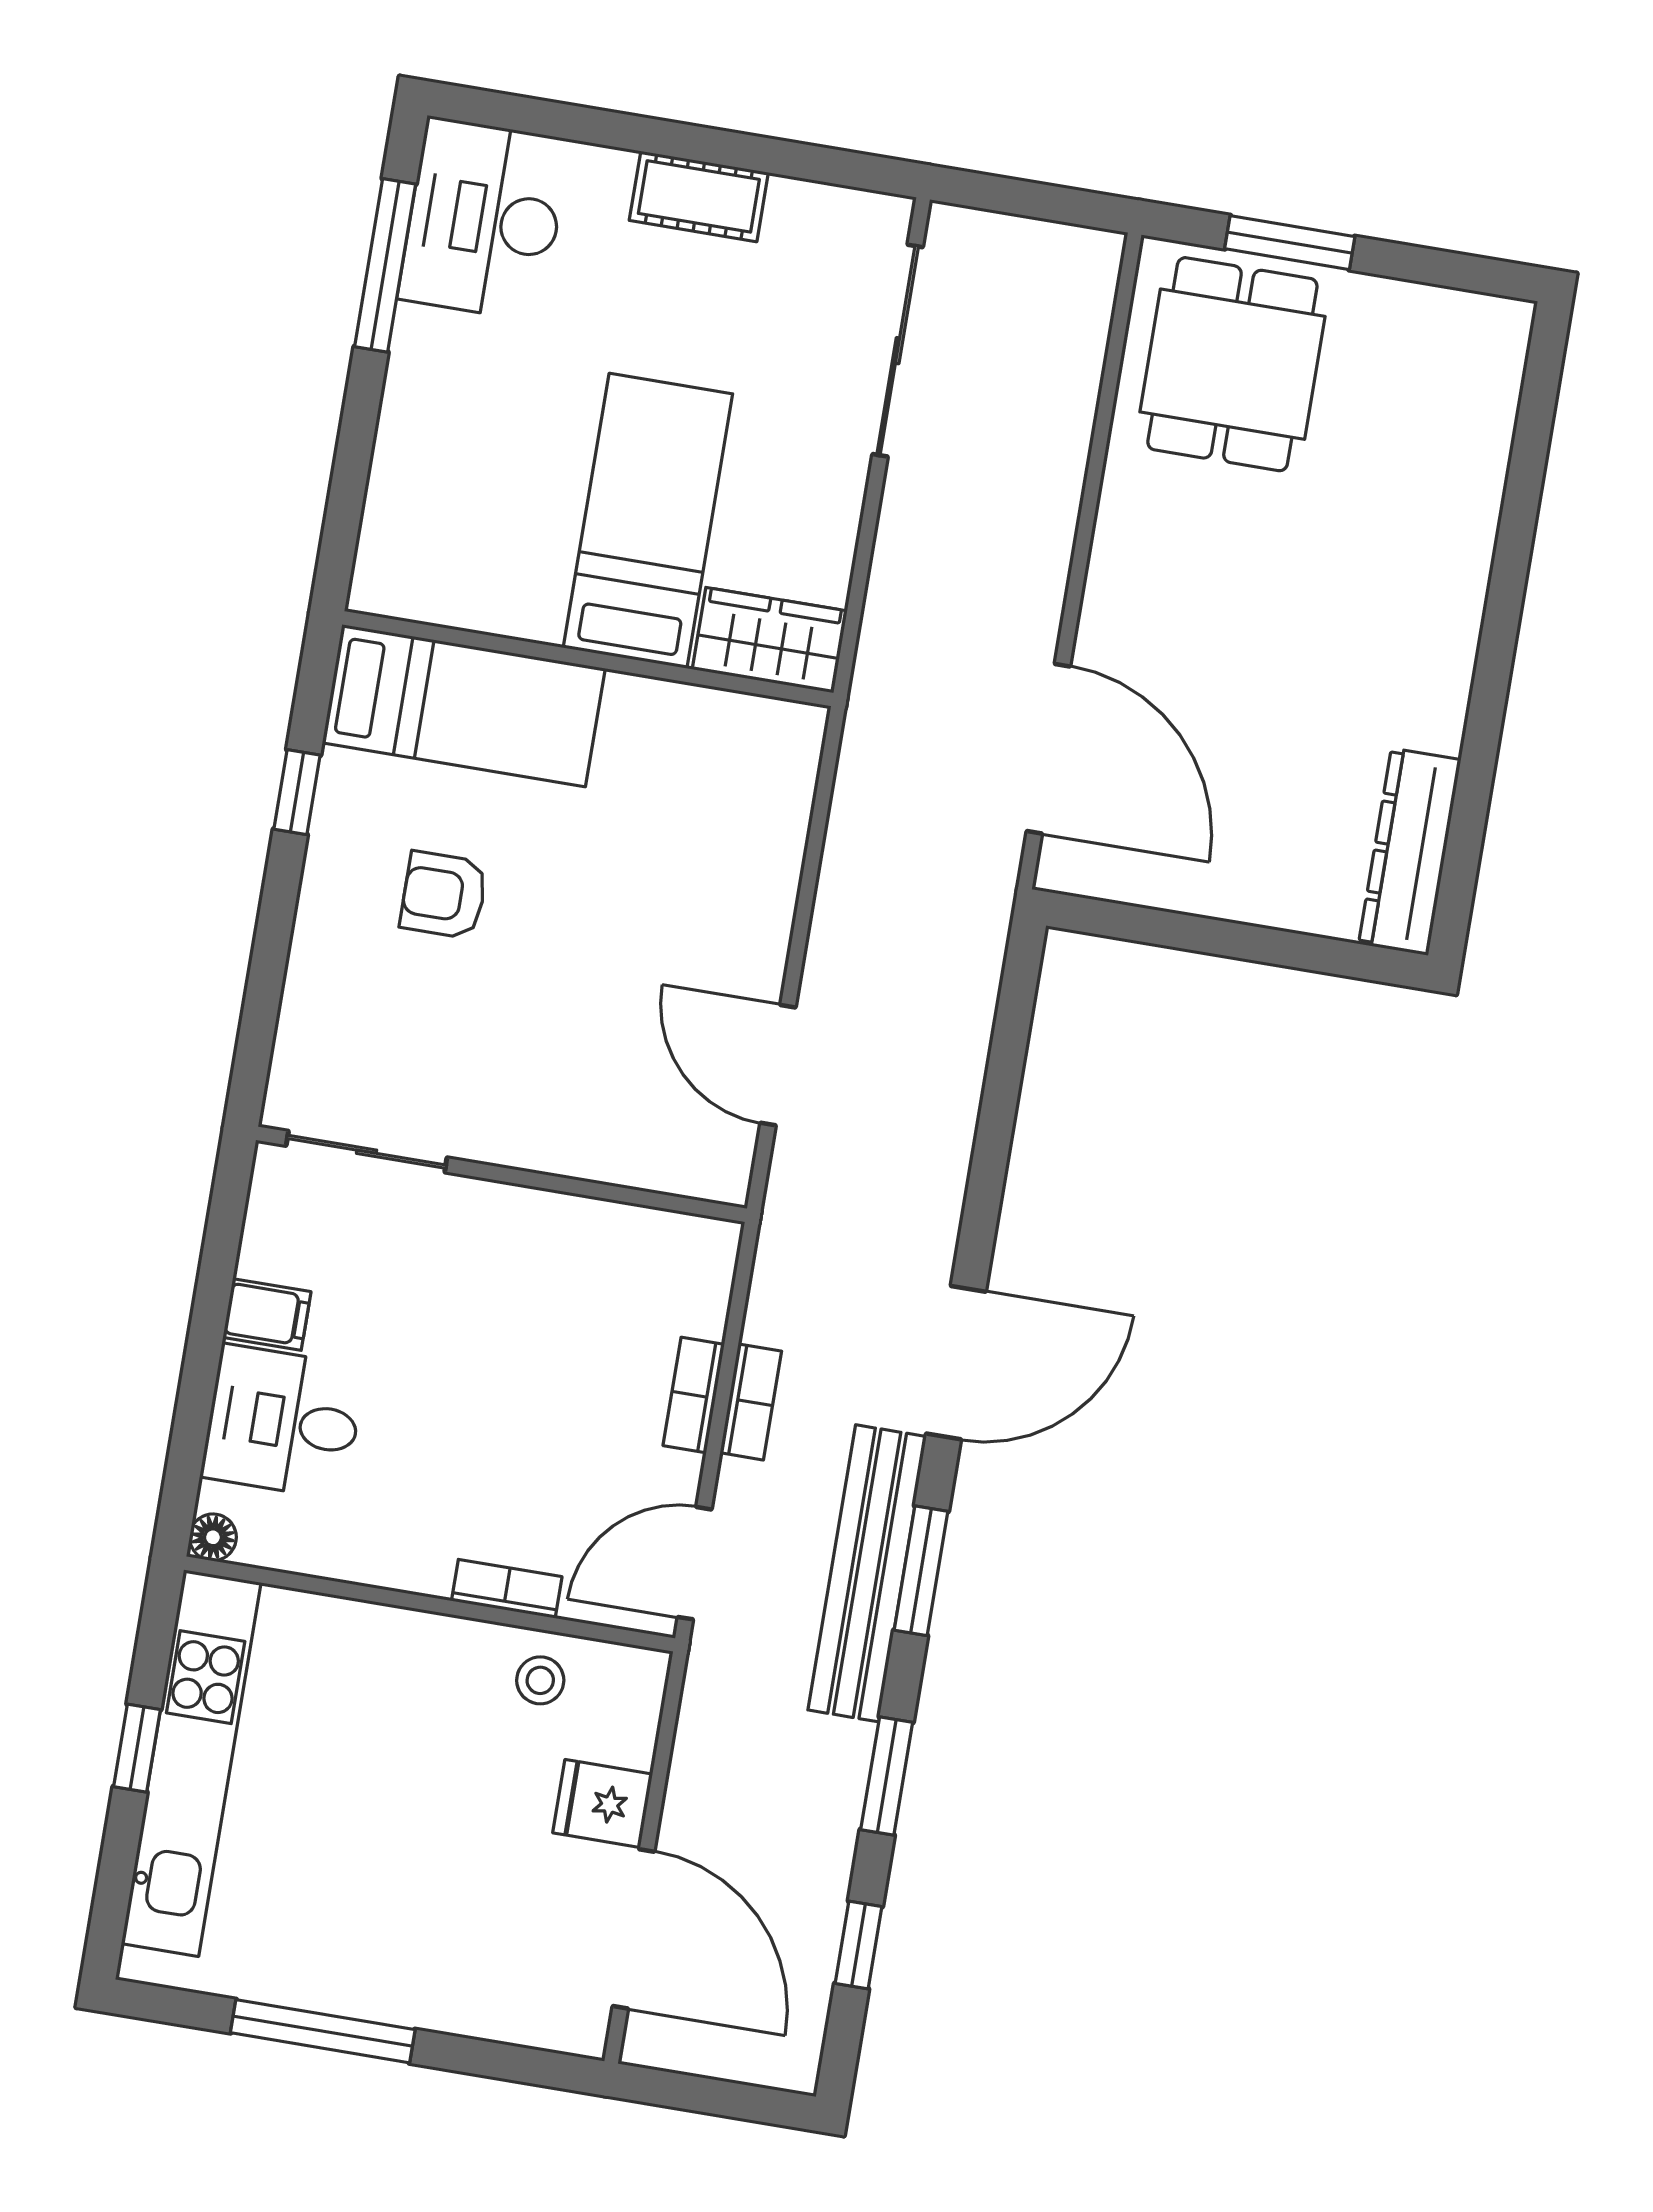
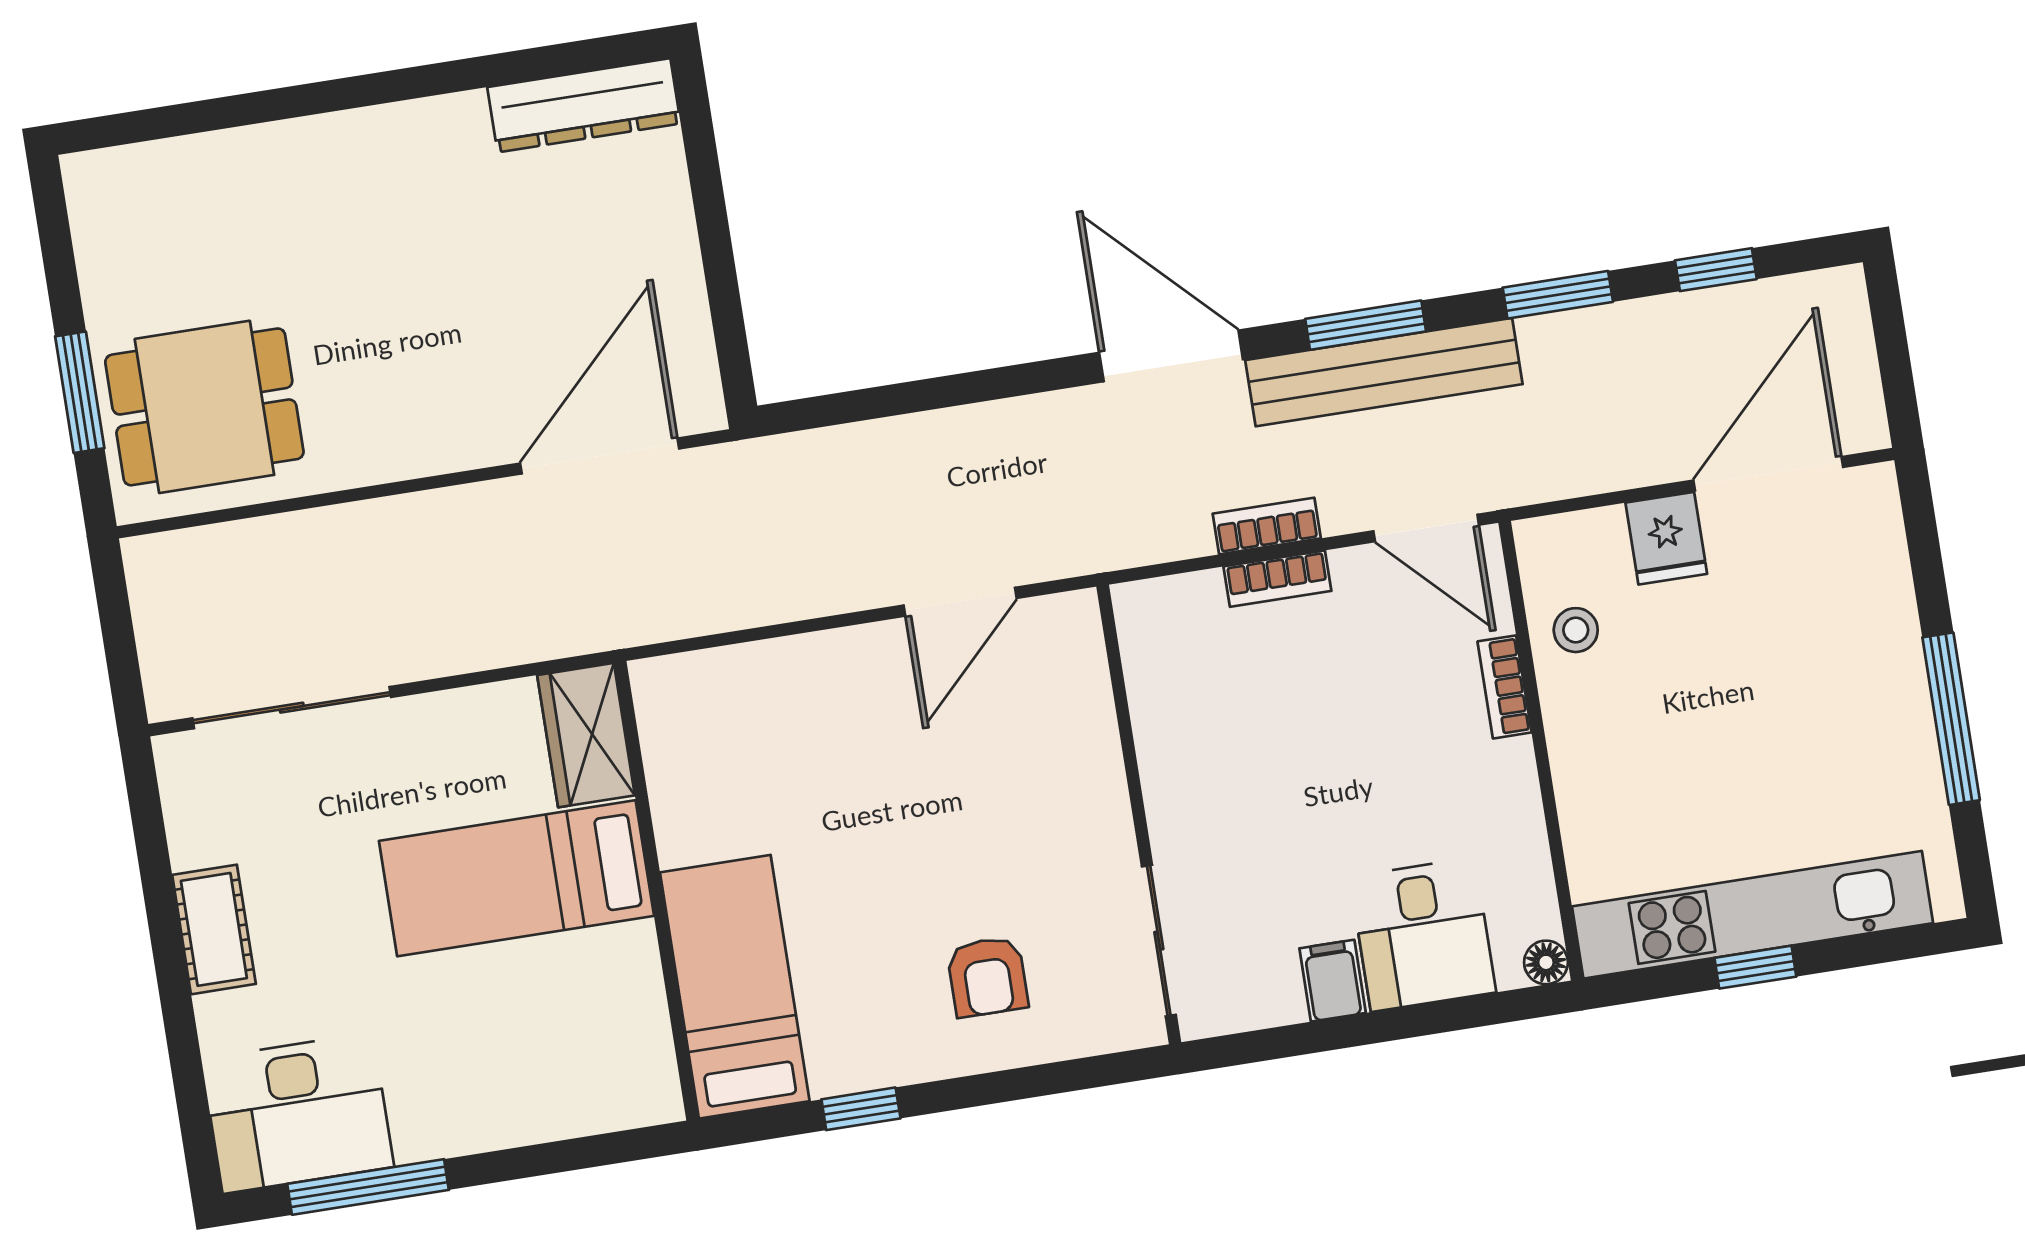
armchair: (444, 895) -> (987, 977), moved

